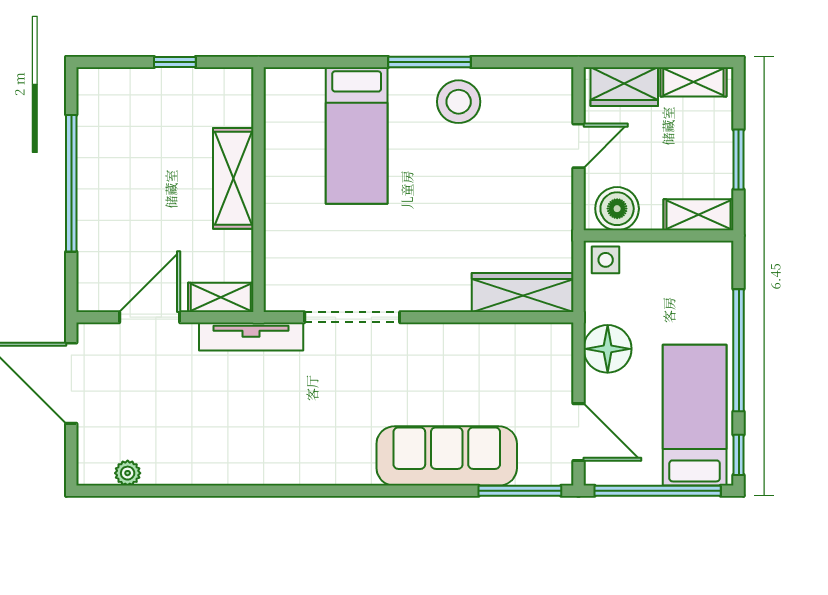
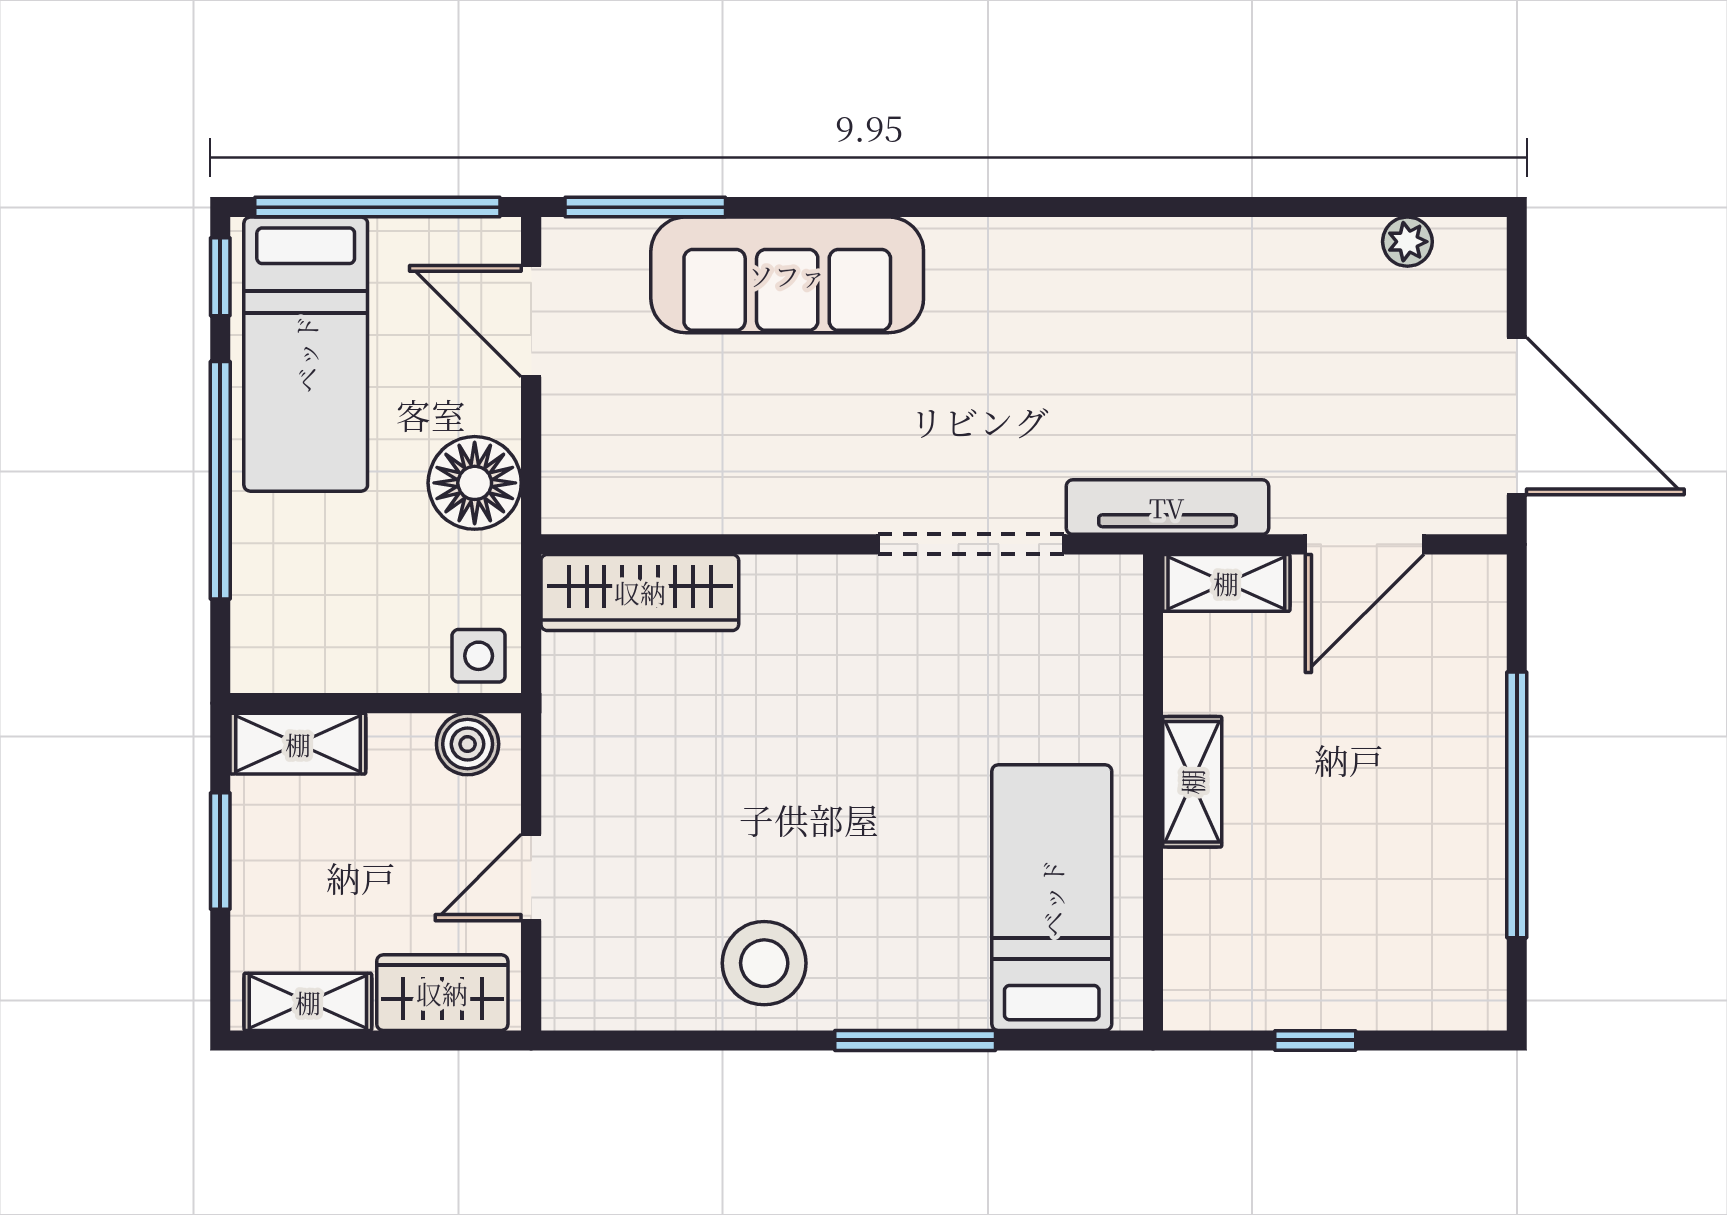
window: (429, 62) -> (915, 1040), moved
bed: (357, 135) -> (1052, 898), moved
shelving: (233, 178) -> (1192, 782), width x0.67, depth x0.75
boiler: (617, 209) -> (468, 744), width x0.73, depth x0.73

